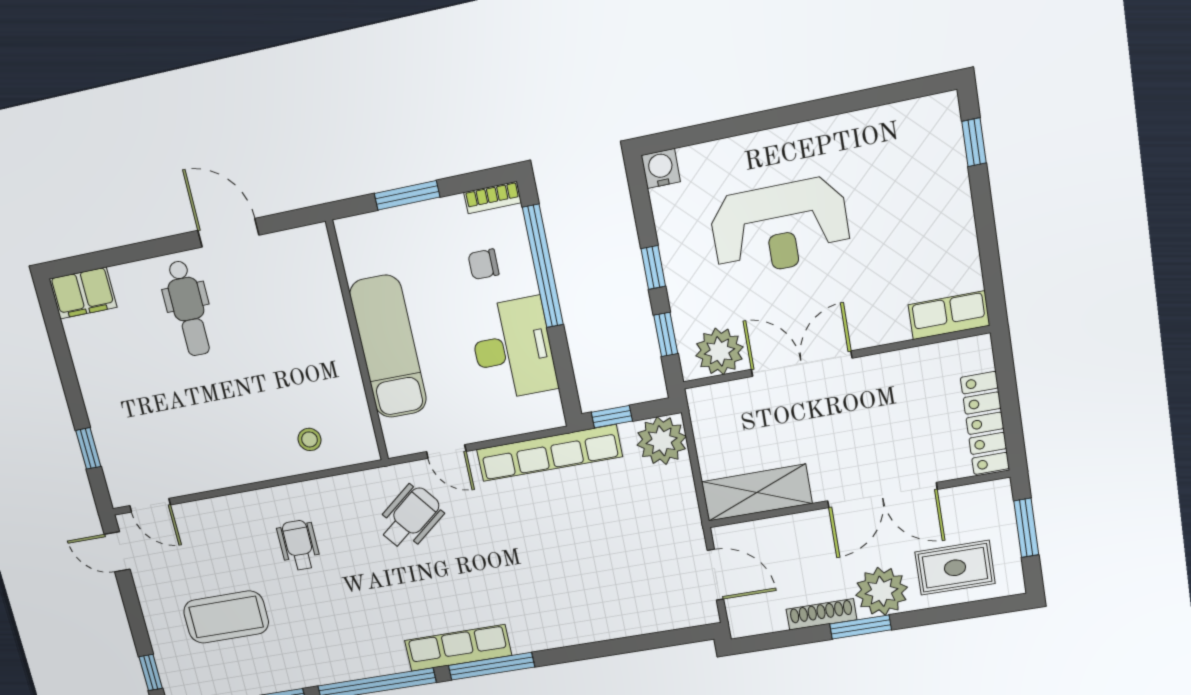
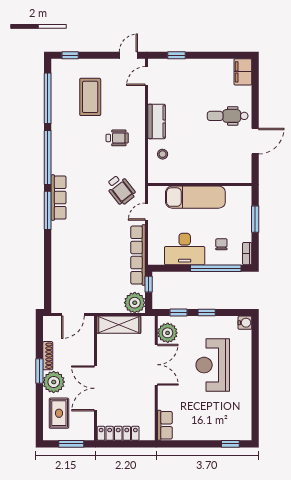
kitchen counter: (241, 466) -> (157, 121), added
shelving: (757, 493) -> (119, 325), moved, turned 90

